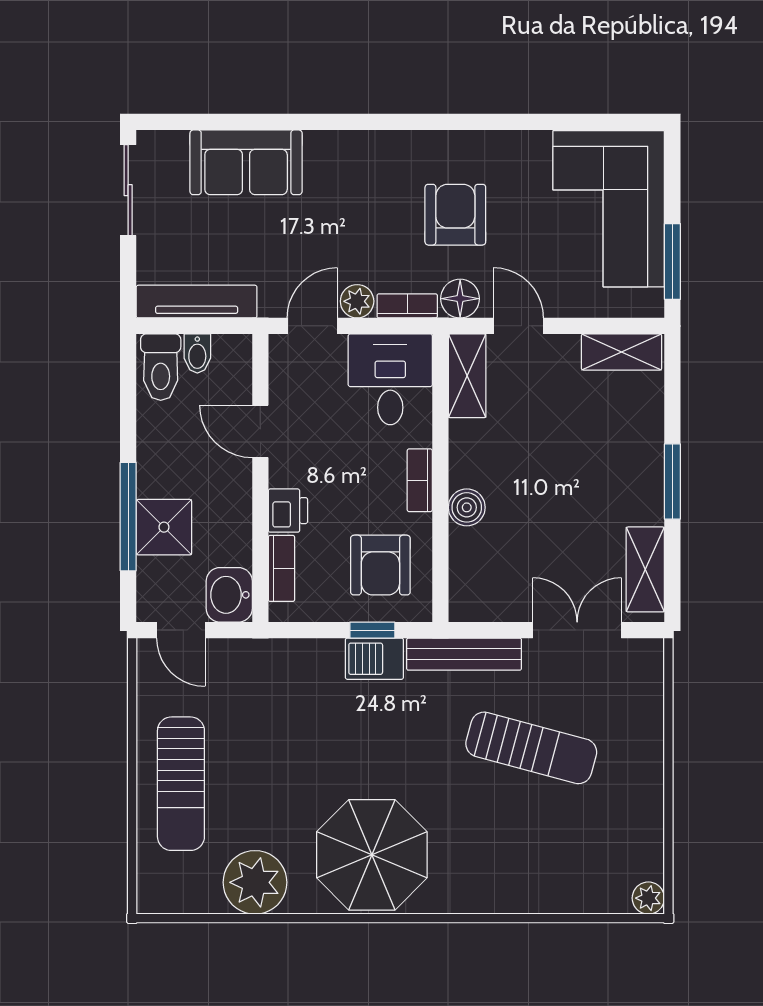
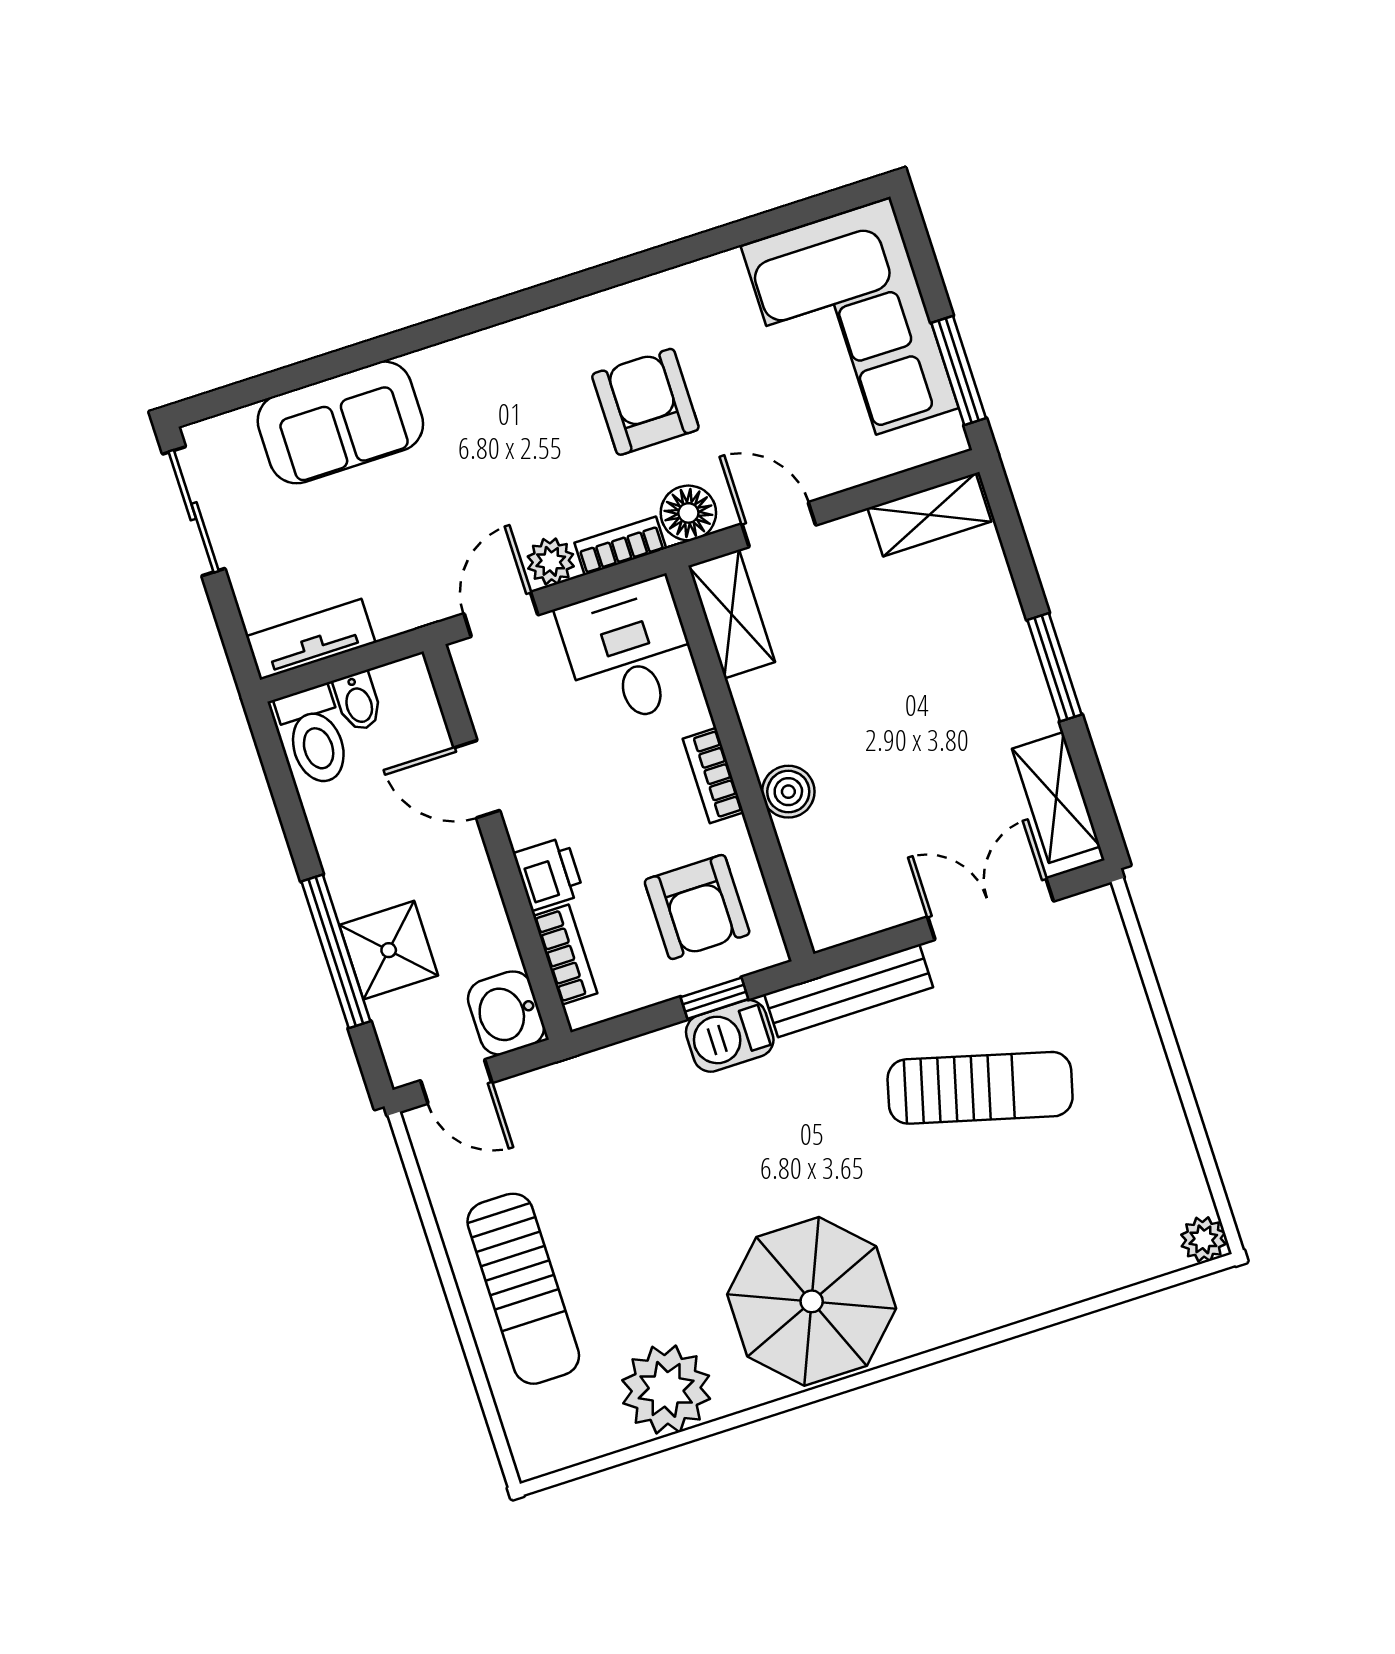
tv unit: (197, 302) -> (311, 639), width x0.71

